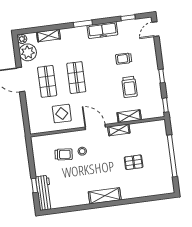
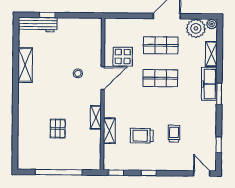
freezer: (102, 30) -> (209, 84), moved
door: (95, 127) -> (103, 78), moved
trolley: (64, 154) -> (77, 52), removed
shelving: (105, 196) -> (25, 65), moved

